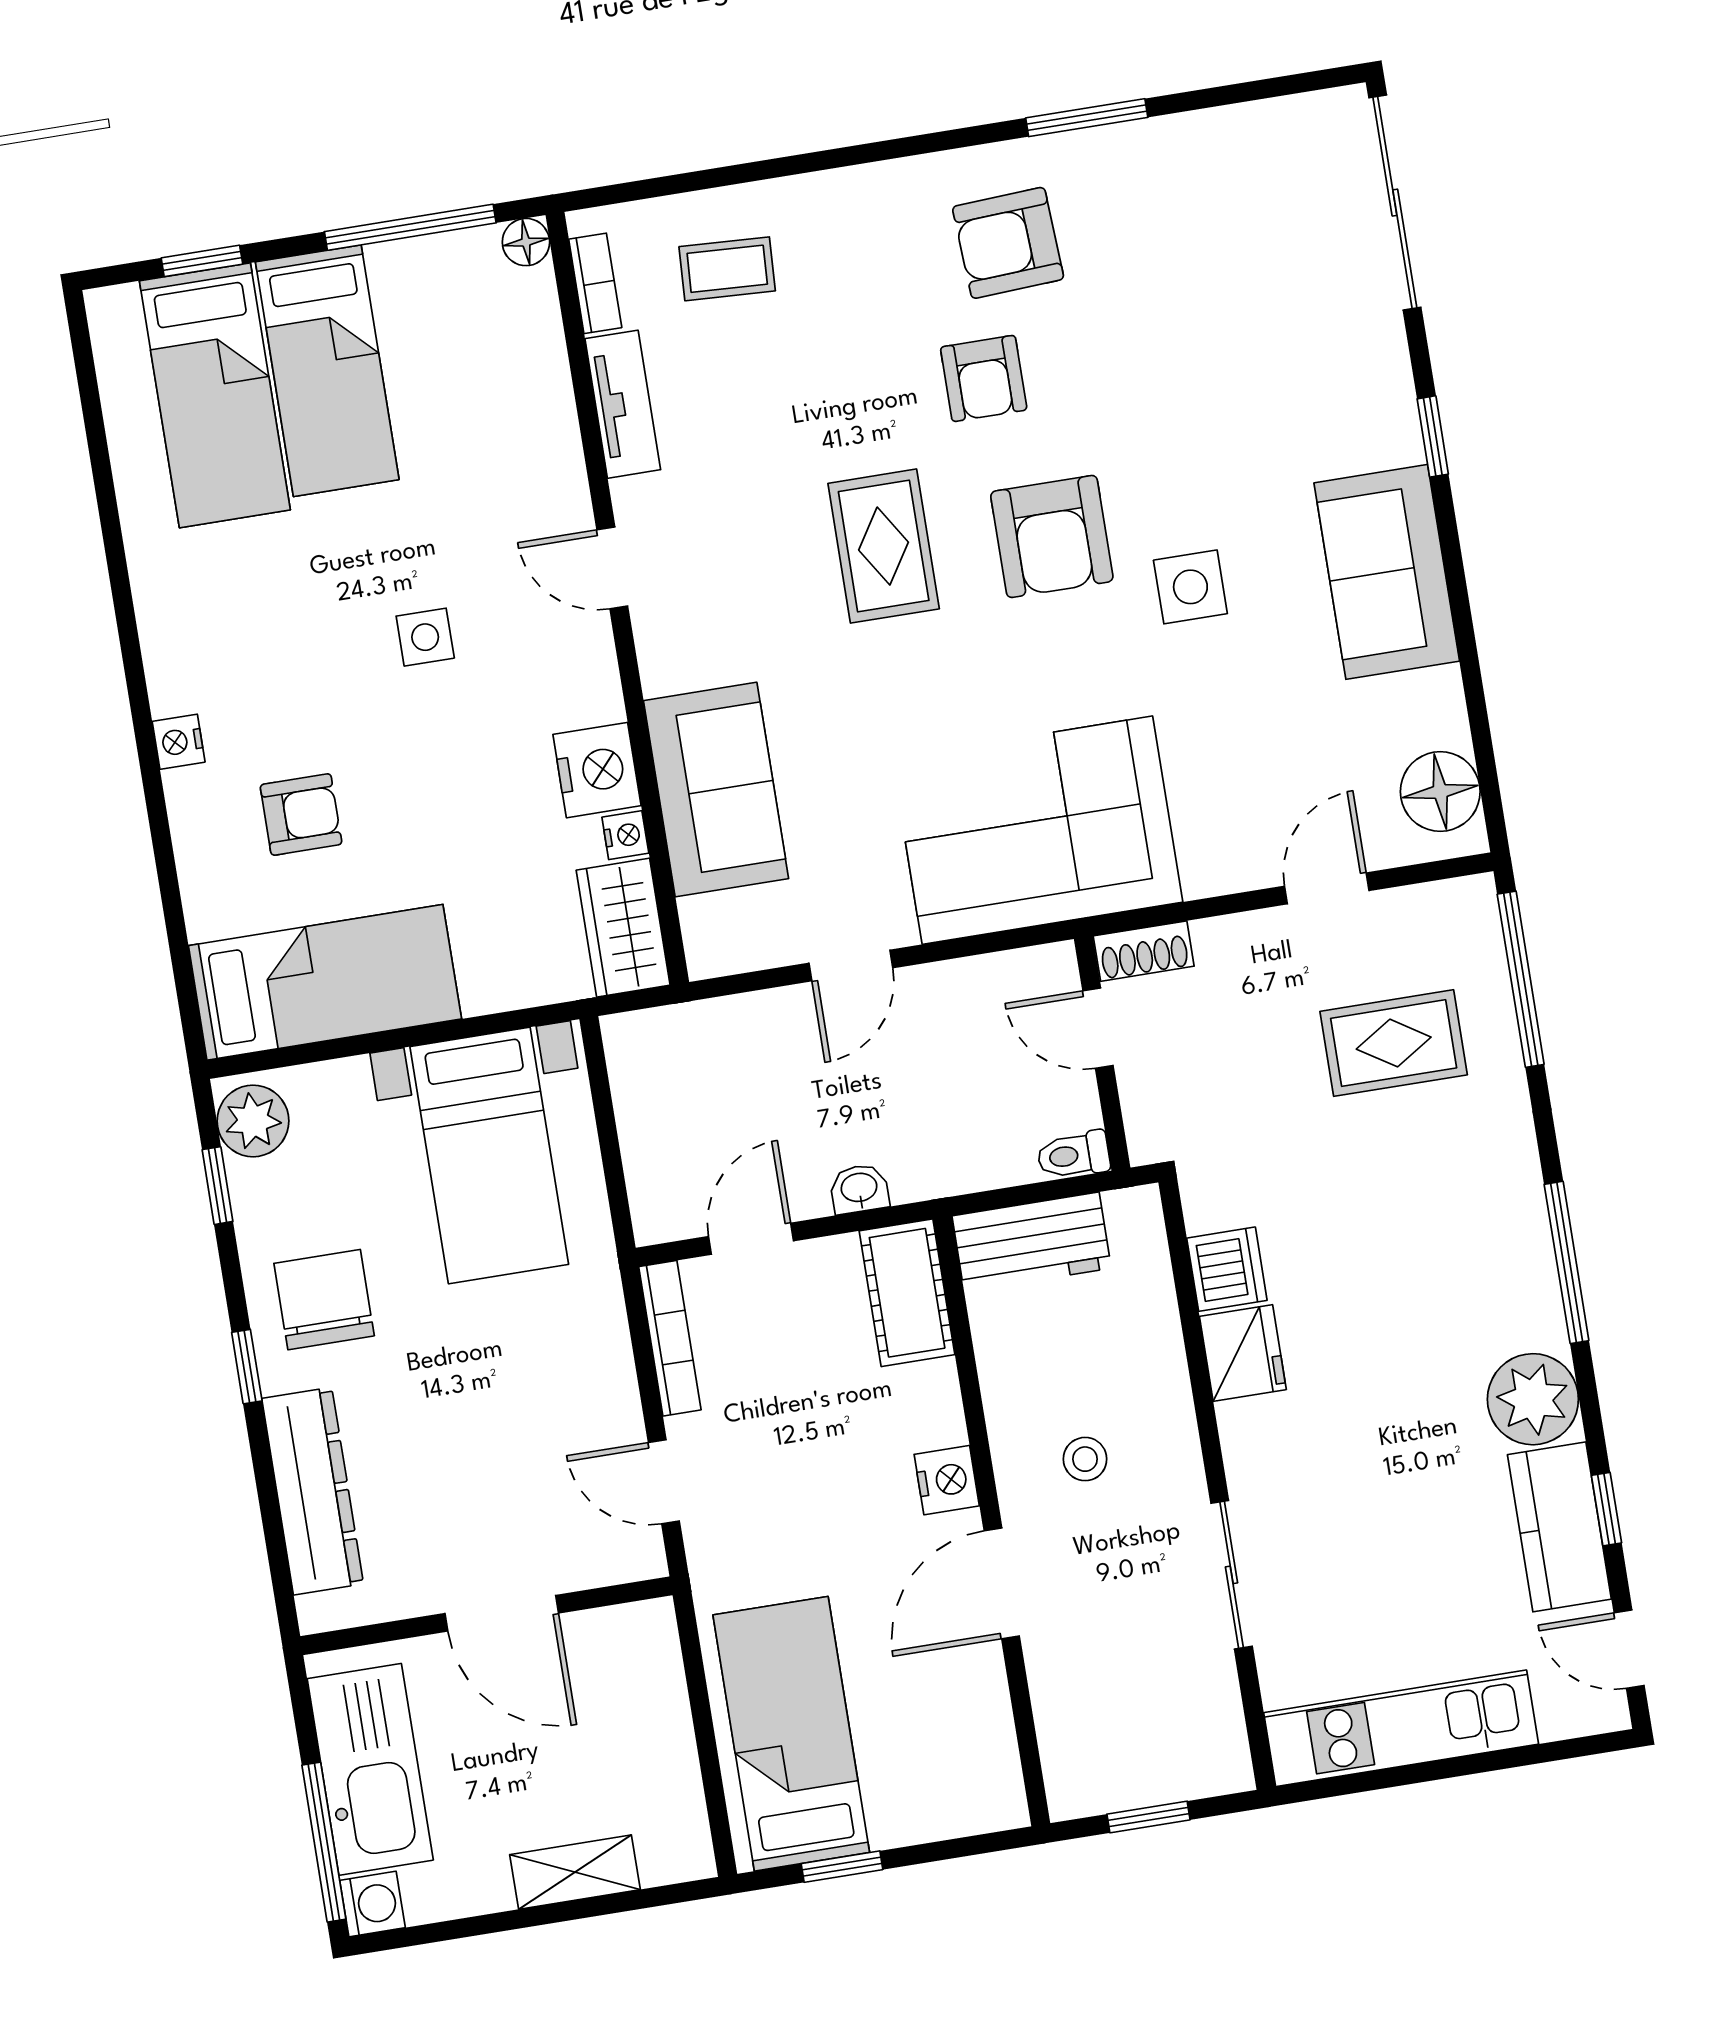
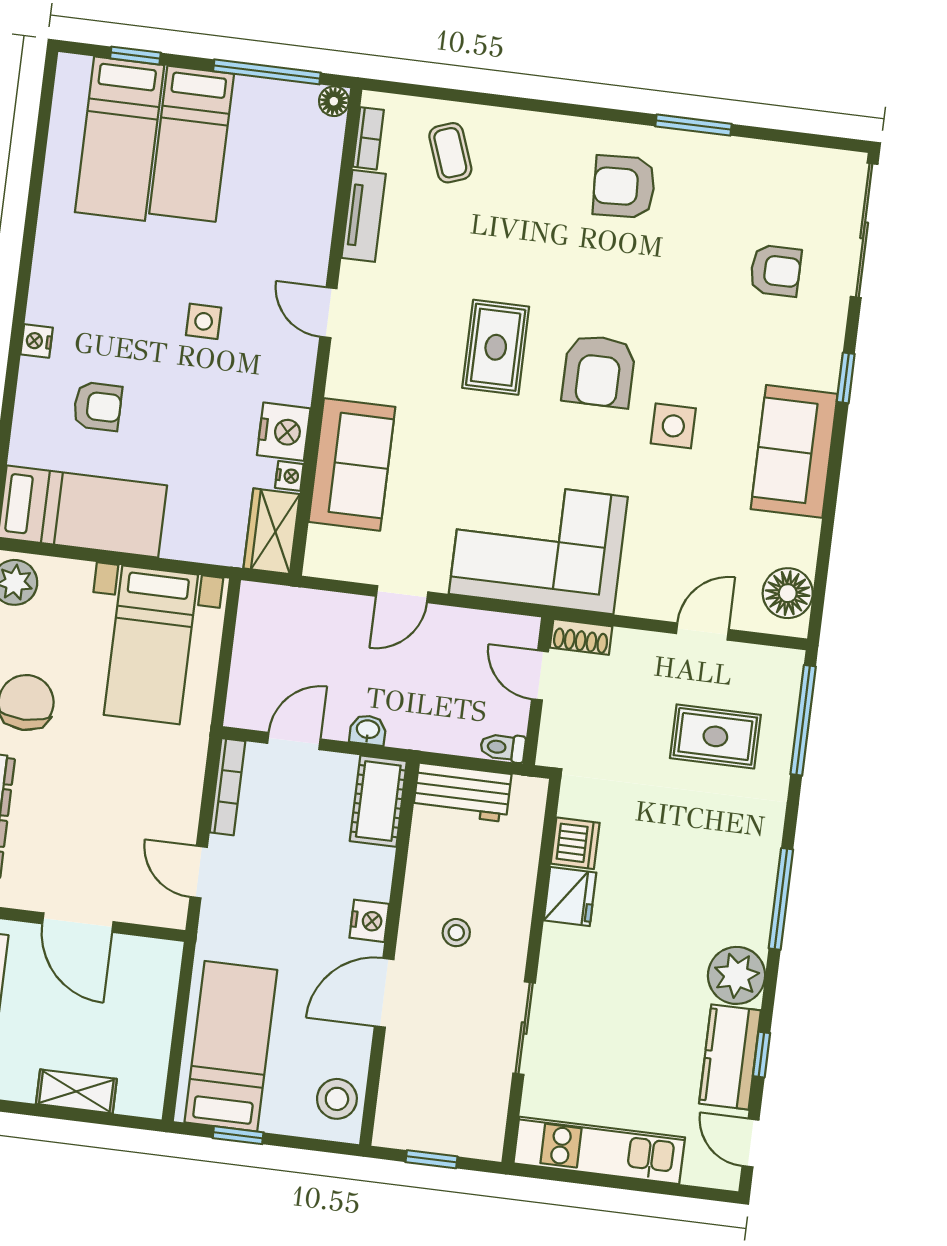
coffee table: (727, 269) -> (450, 153), turned 67
armchair: (984, 378) -> (775, 271), moved, turned -90
stool: (977, 1767) -> (337, 1099), added

